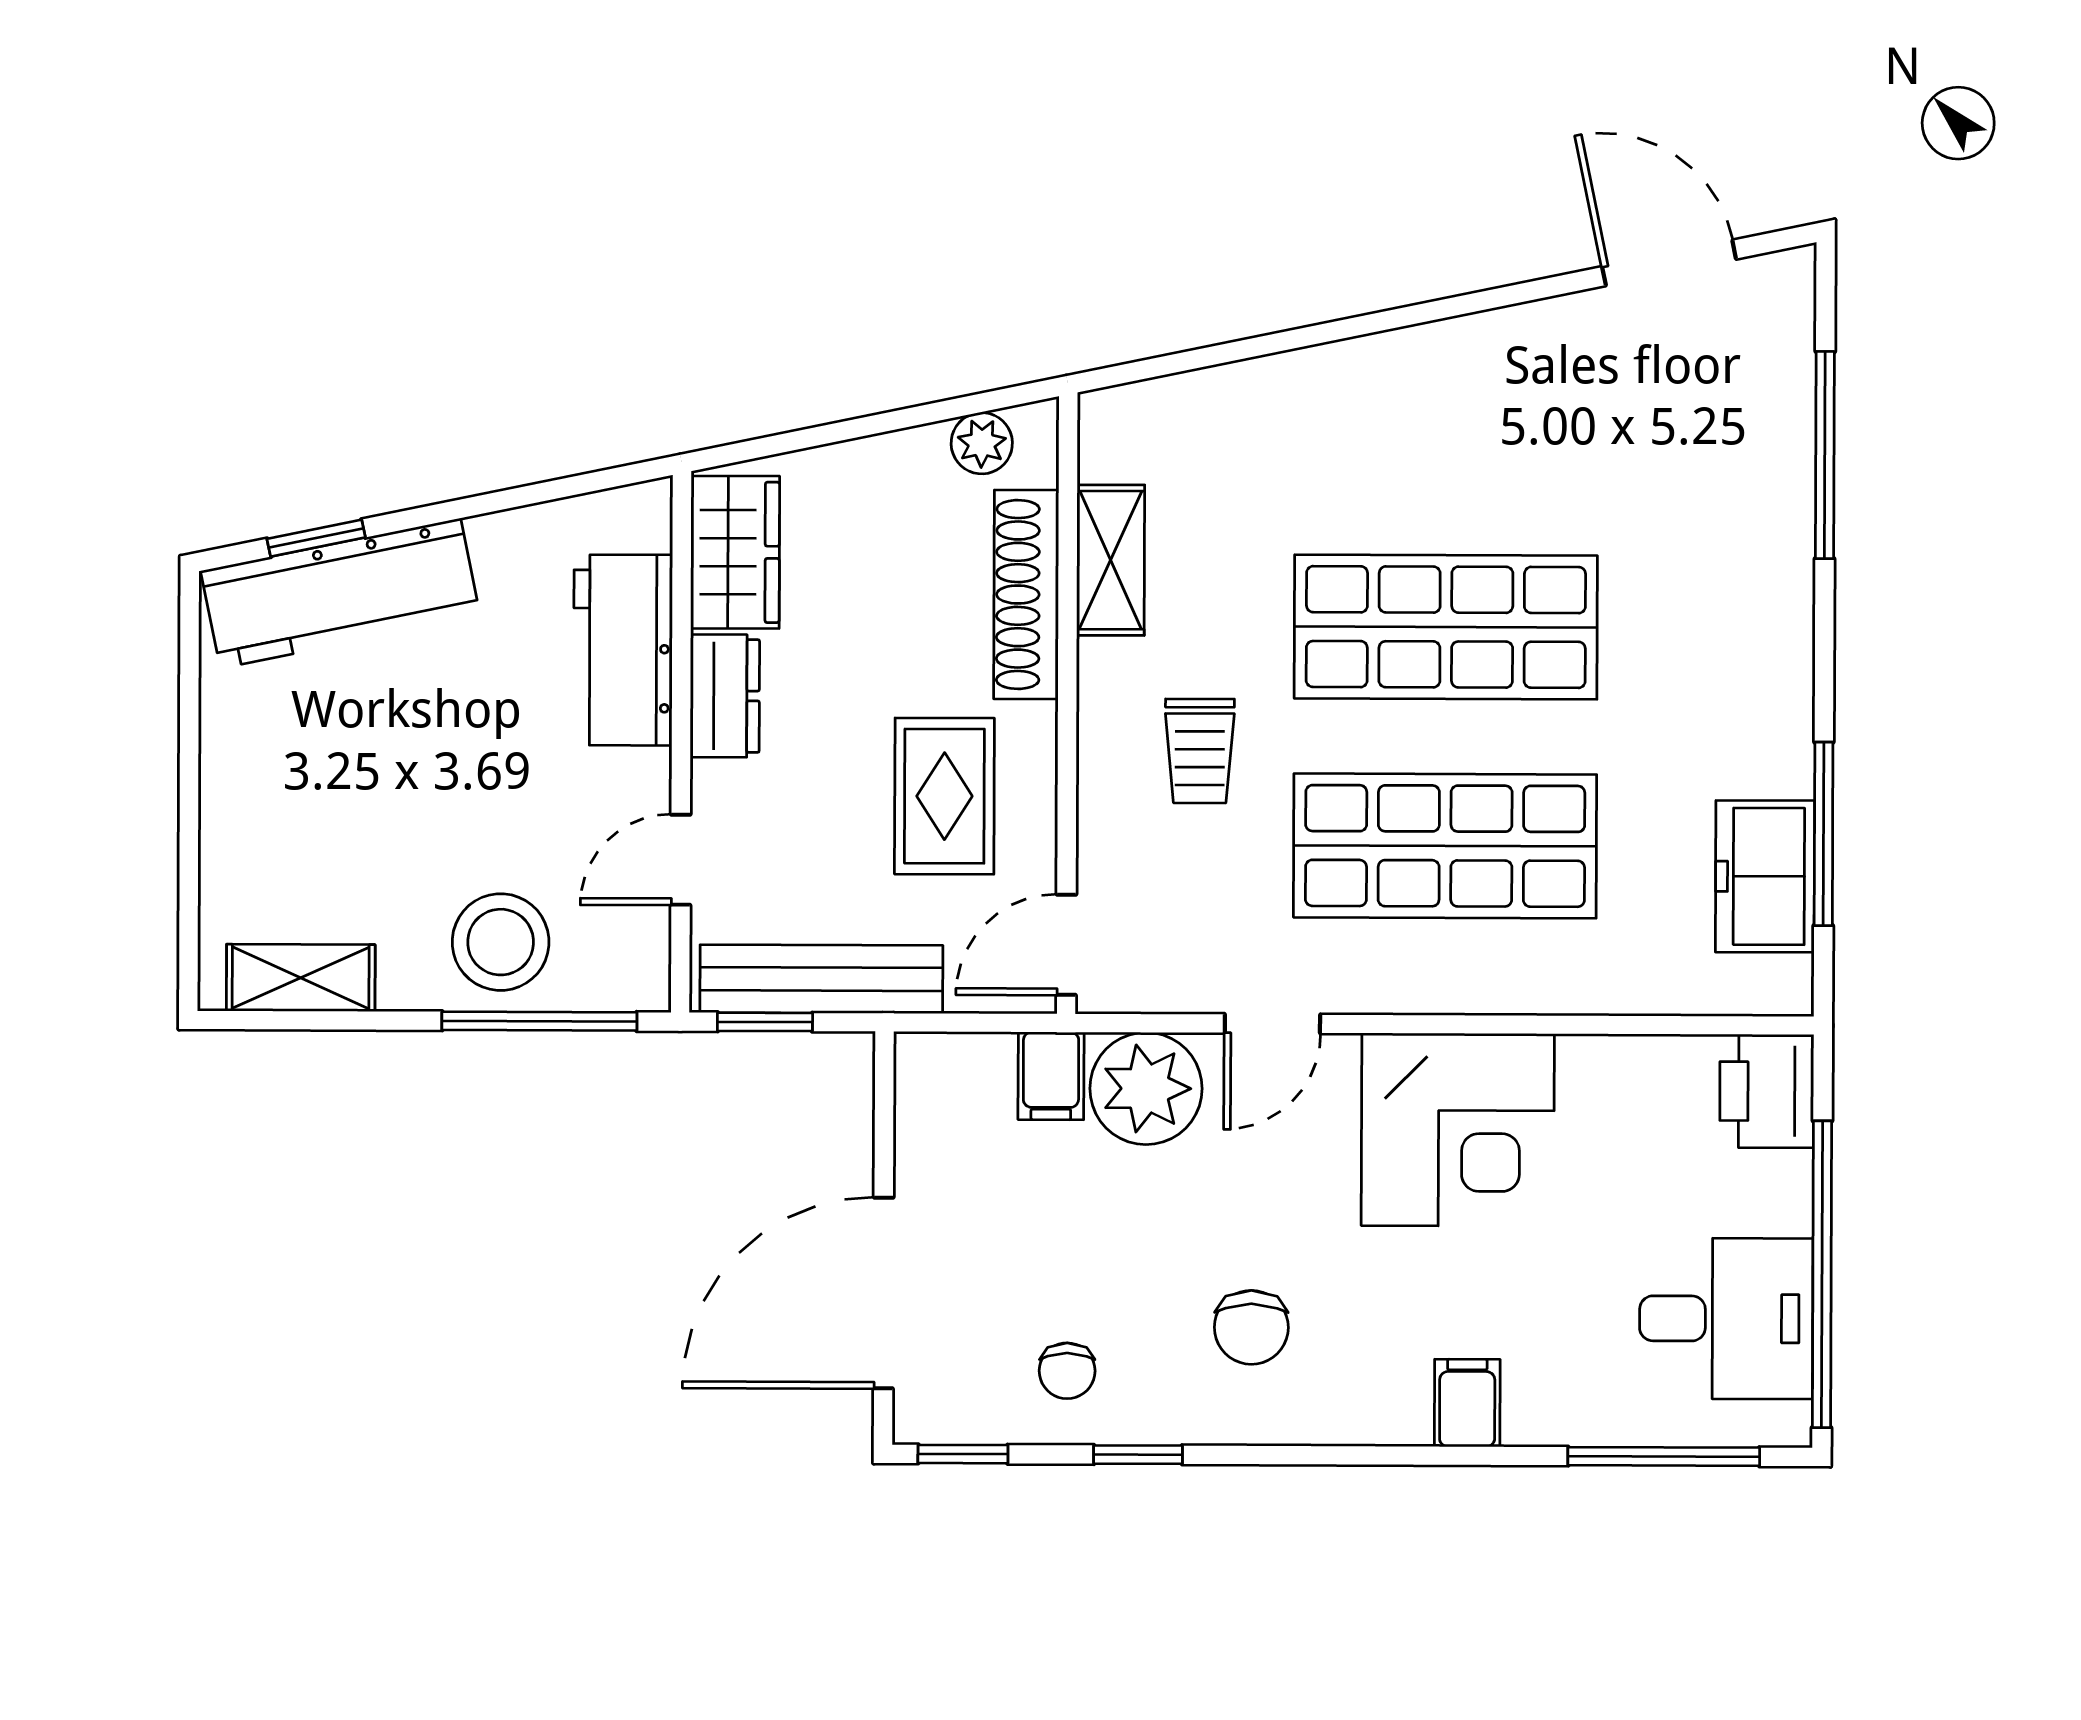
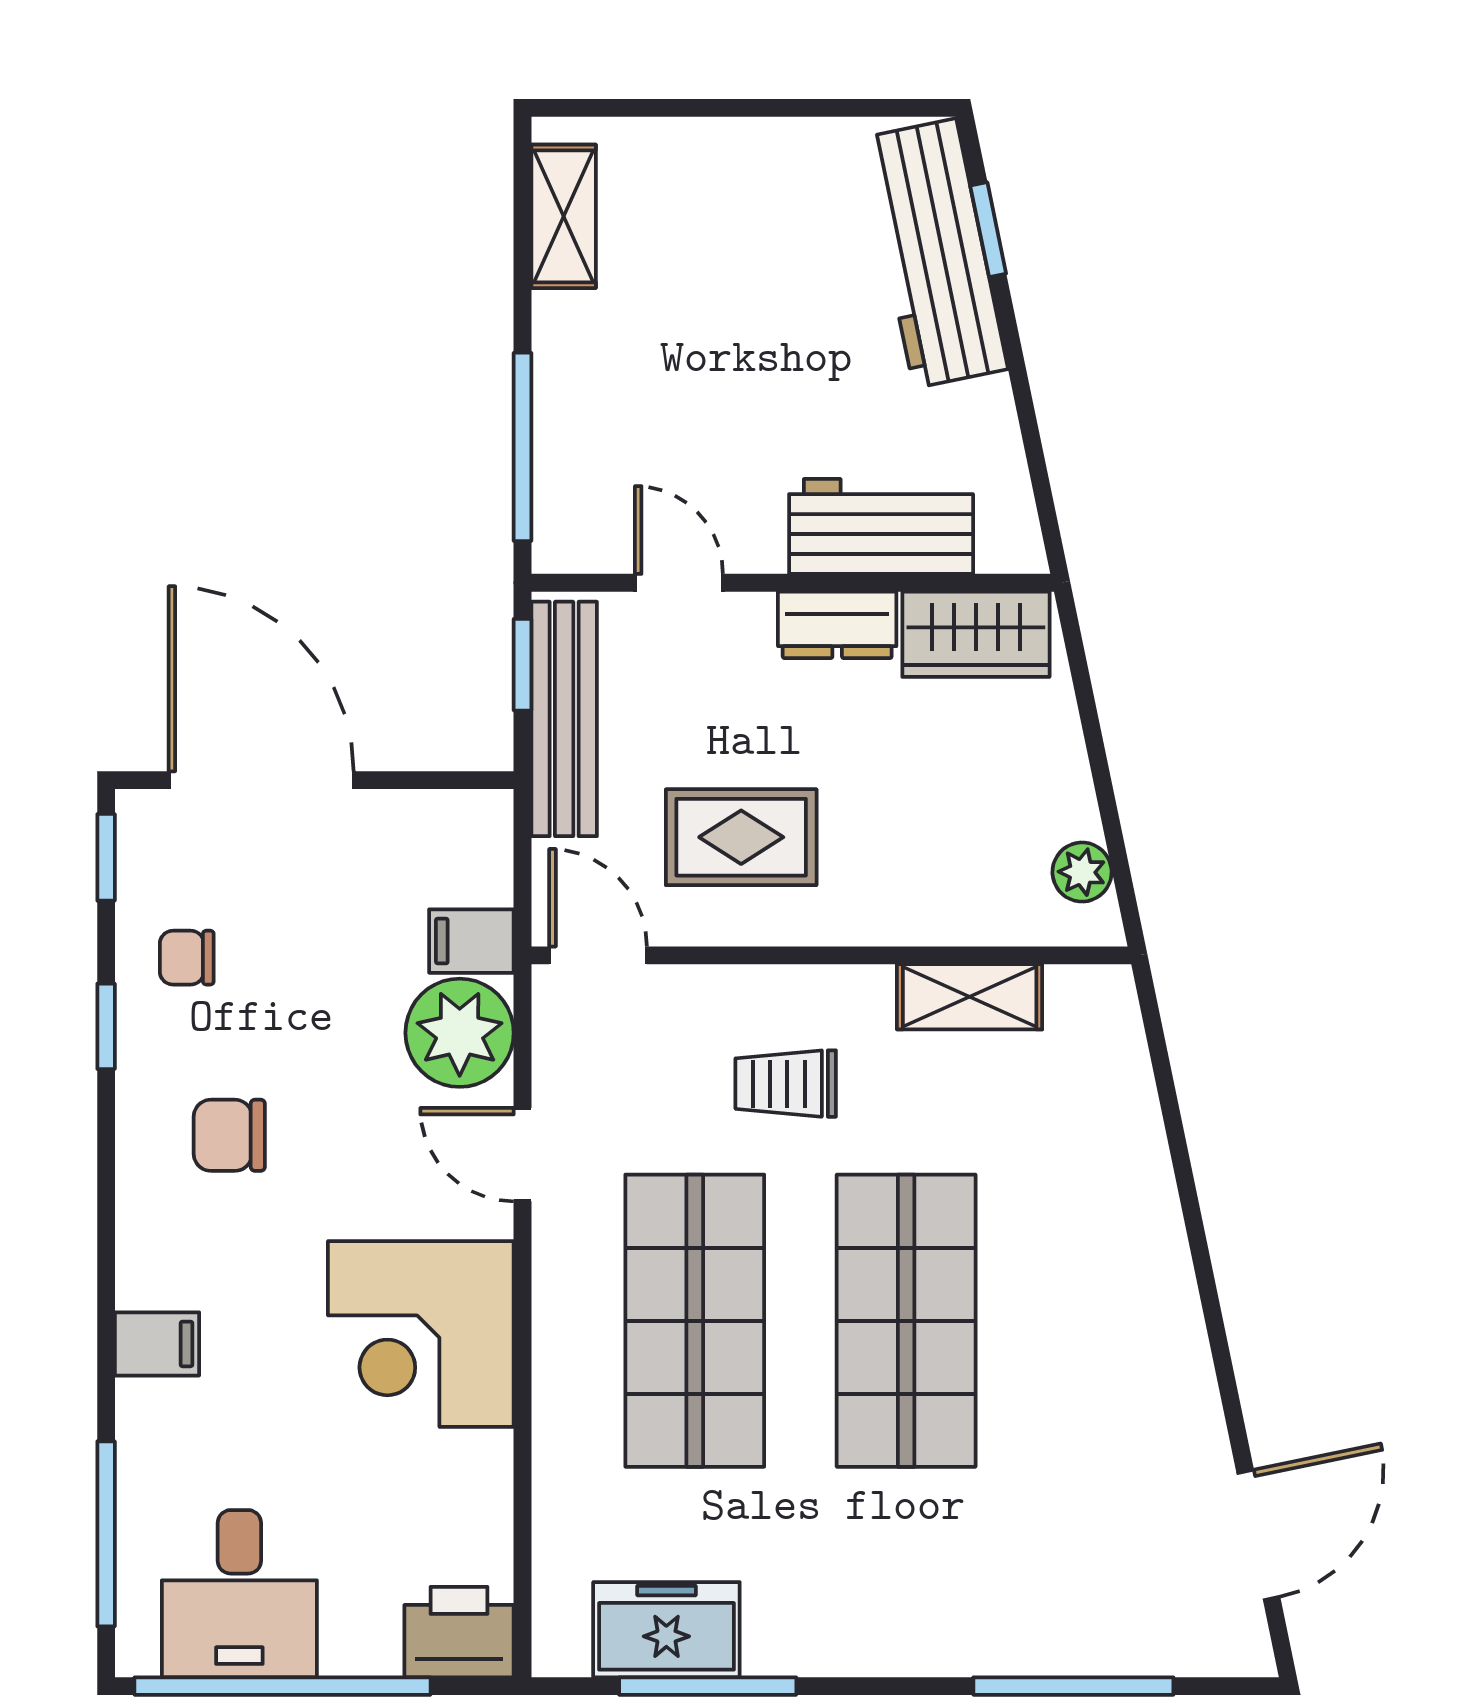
shoe rack: (1026, 595) -> (936, 915), removed
stool: (501, 942) -> (599, 409), removed

